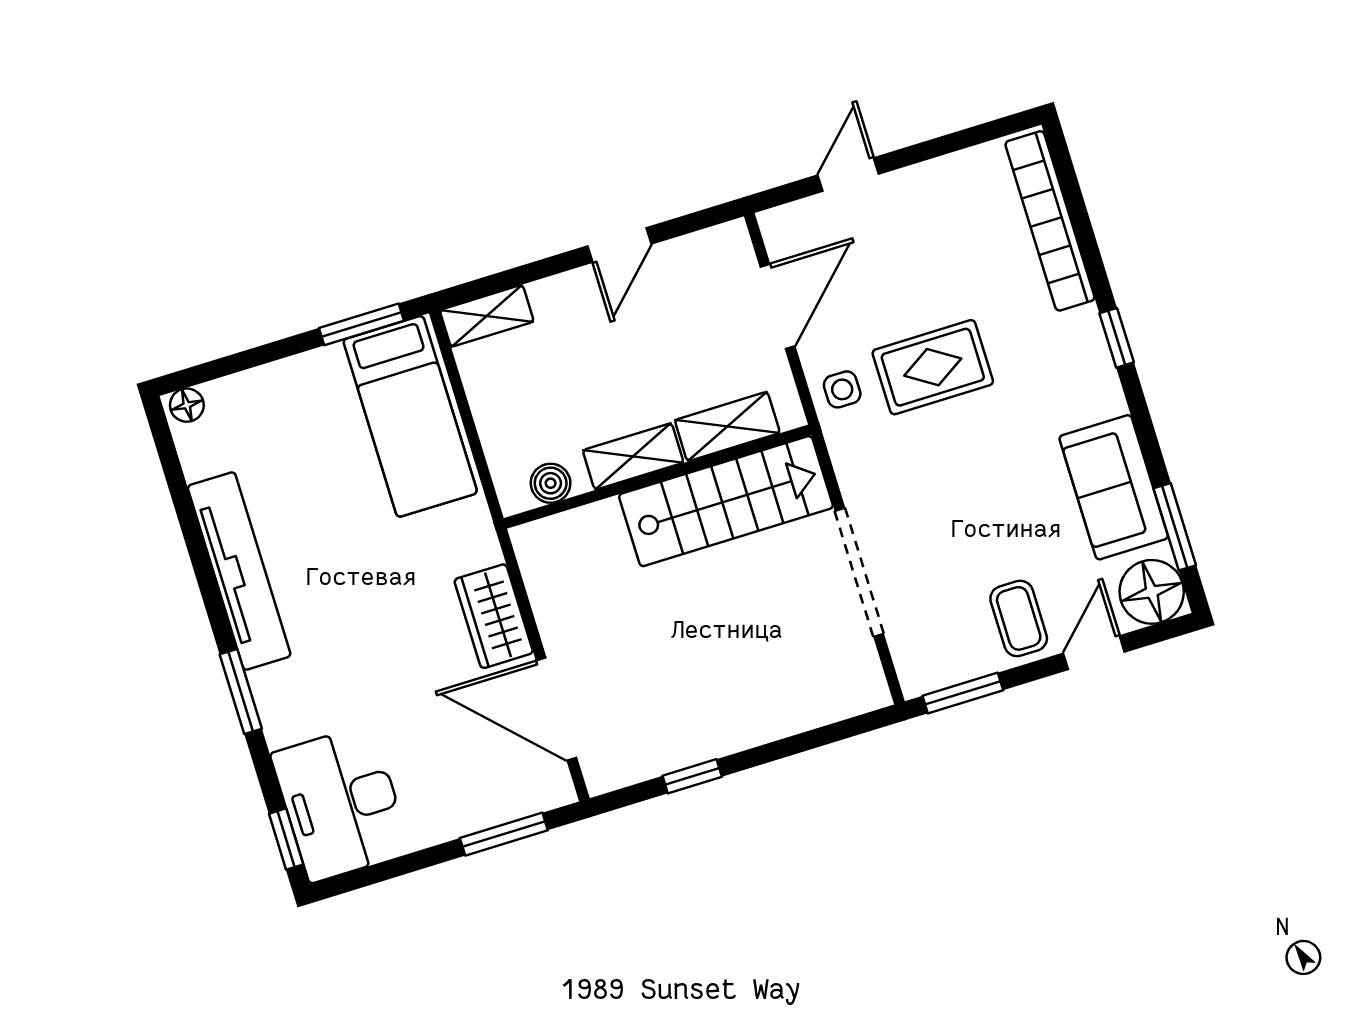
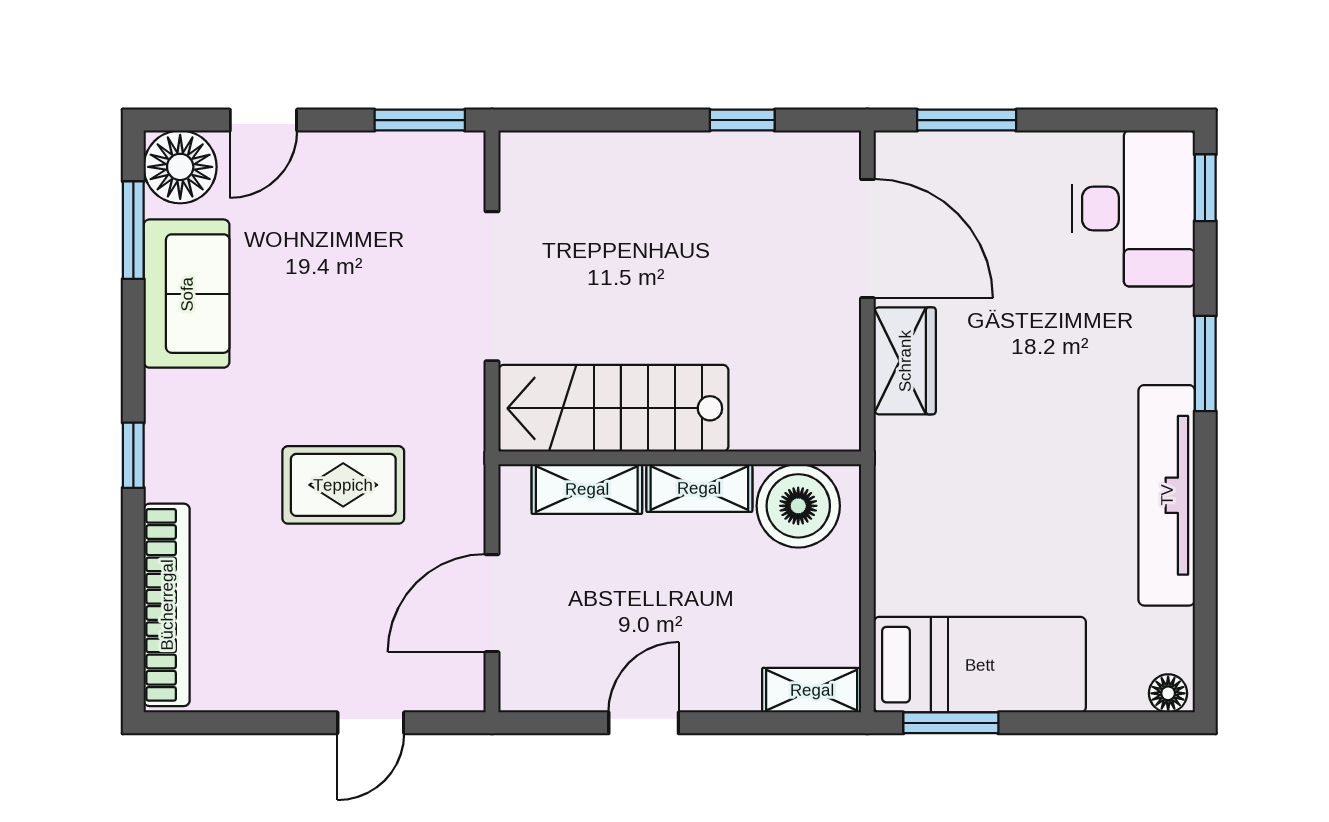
side table: (842, 389) -> (449, 491), removed
bed: (410, 416) -> (980, 665), moved, turned 90
boiler: (551, 483) -> (798, 506), width x1.86, depth x1.86
coffee table: (1019, 618) -> (334, 183), removed

